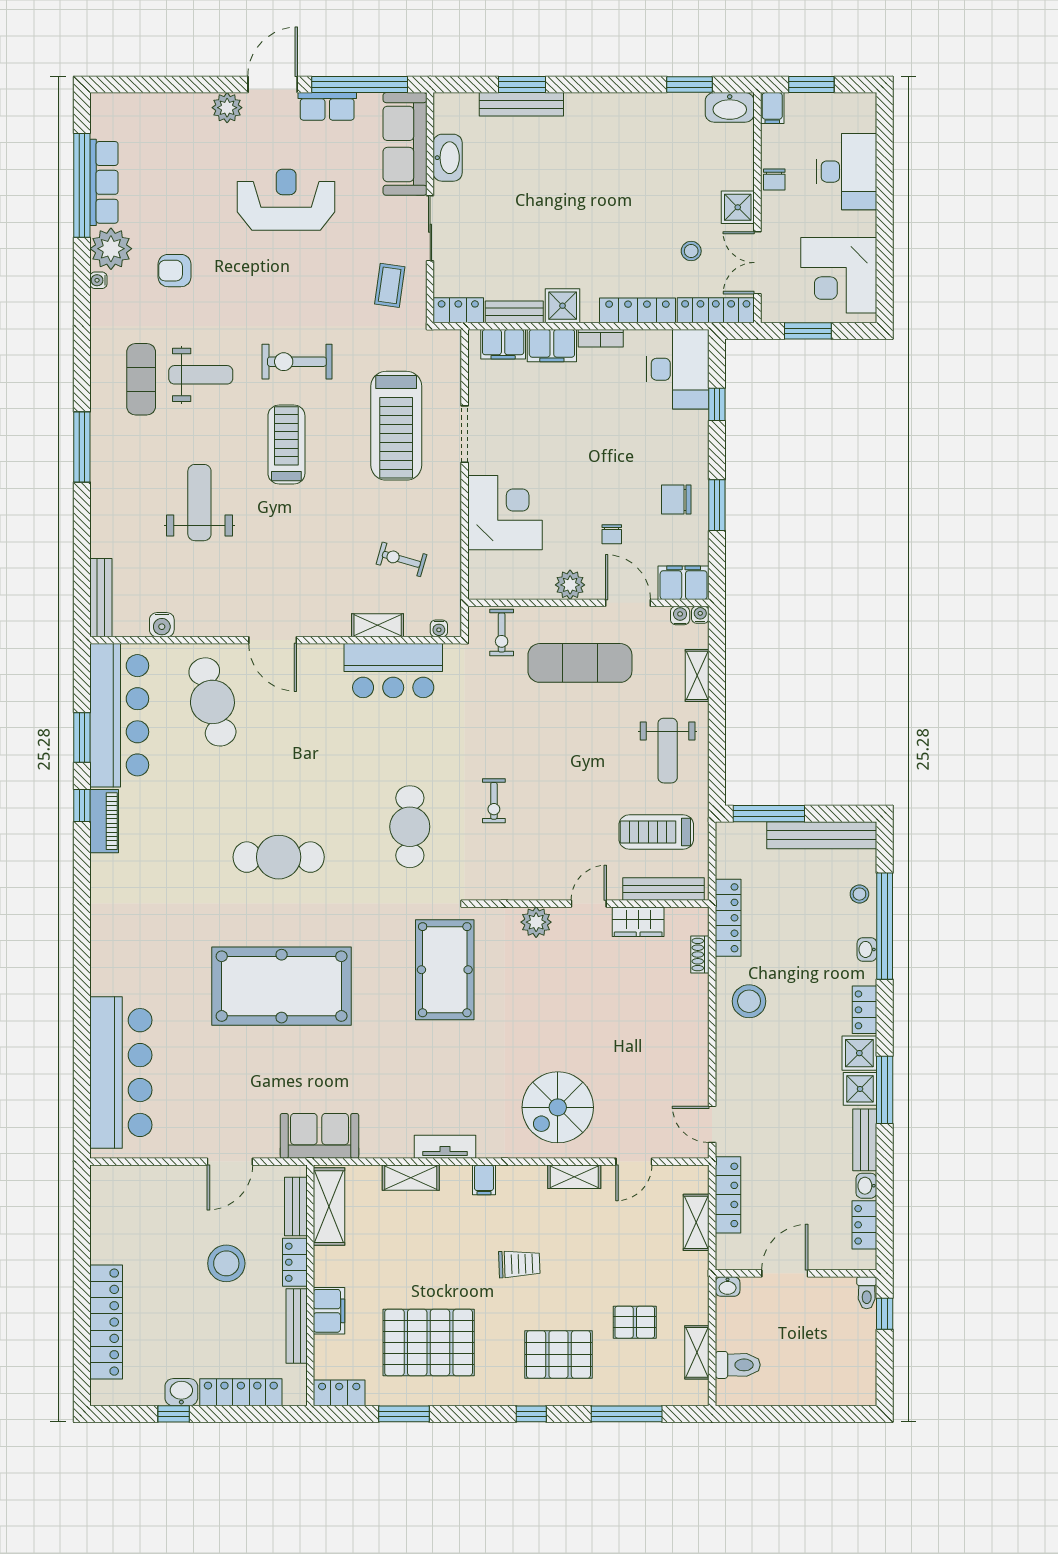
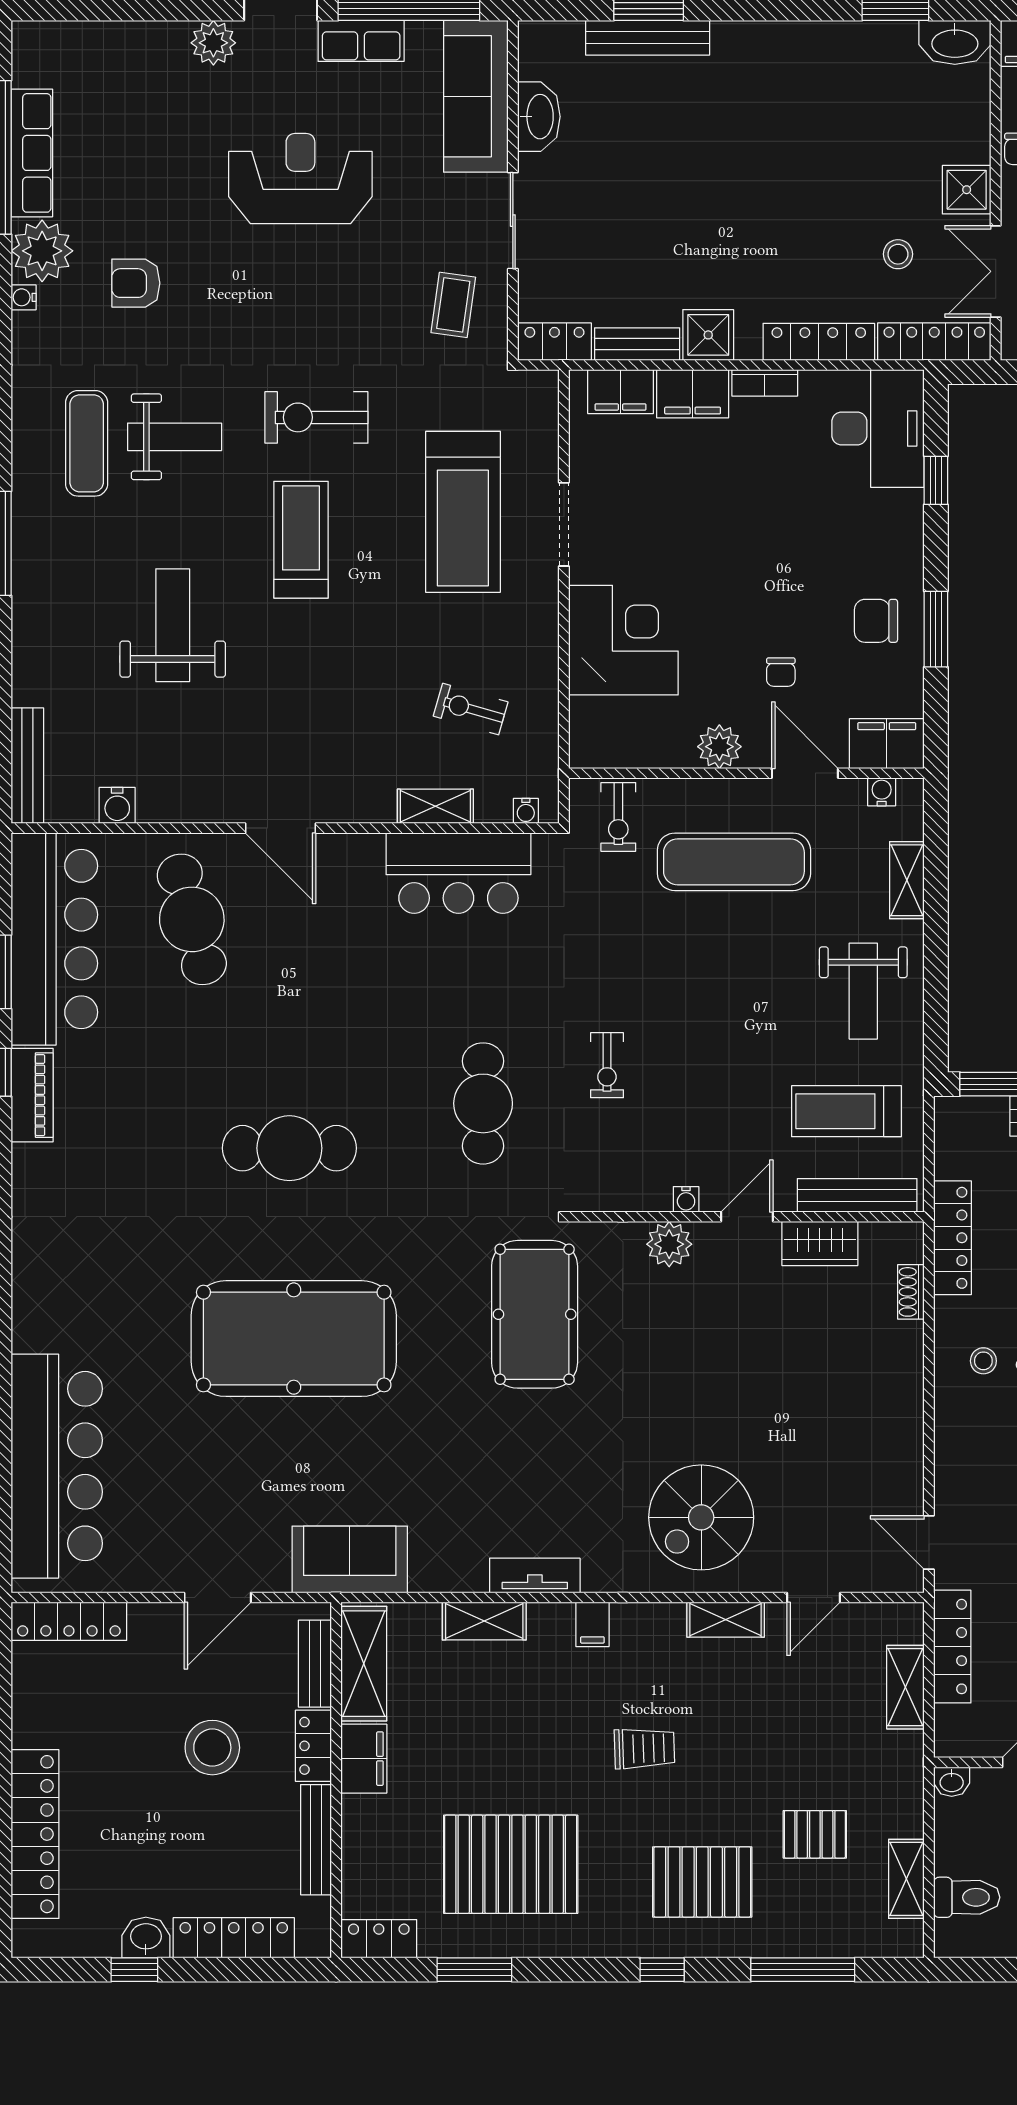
water cooler: (700, 615) -> (686, 1199), moved, turned 180
stool: (749, 1001) -> (983, 1361), width x0.53, depth x0.53
locker: (129, 1178) -> (69, 1621), added
filing cabinet: (329, 1311) -> (364, 1759), moved

